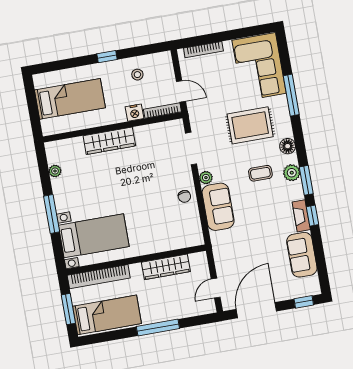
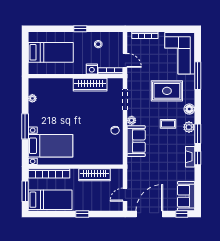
wardrobe: (109, 141) -> (90, 85), moved
sofa: (302, 255) -> (186, 196), moved
window: (158, 328) -> (82, 214), width x0.46

